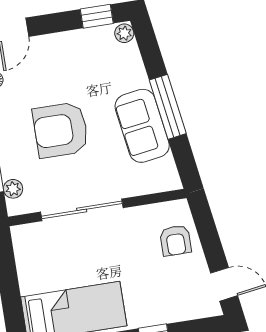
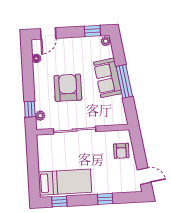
sofa: (142, 126) -> (108, 78), moved
armchair: (61, 130) -> (68, 88), turned 90

